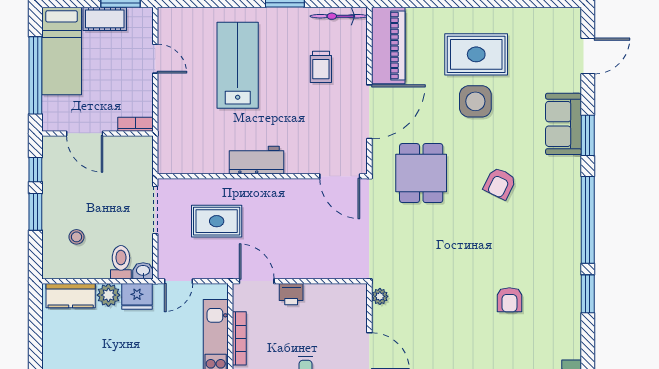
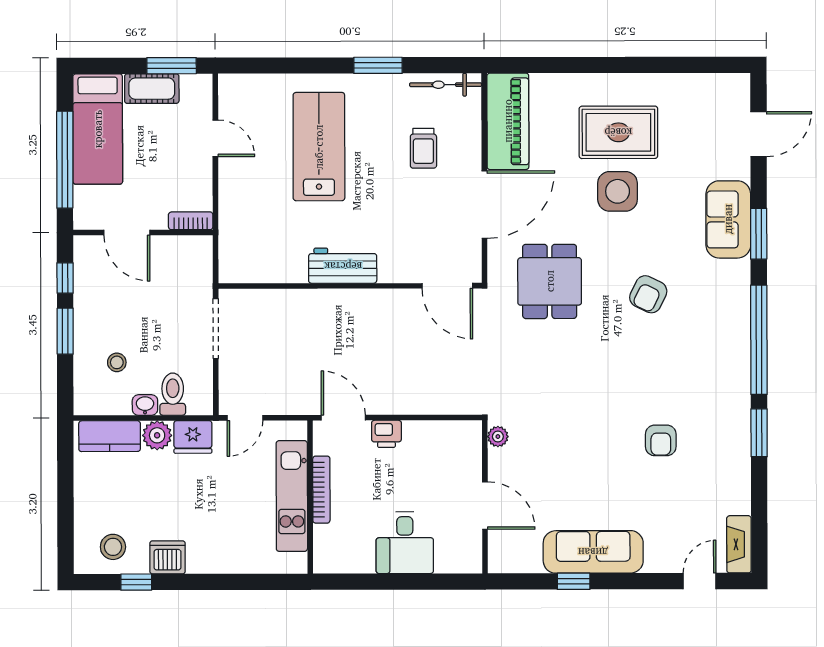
rug: (217, 221) -> (293, 342), removed
washbasin: (143, 271) -> (145, 405), moved

